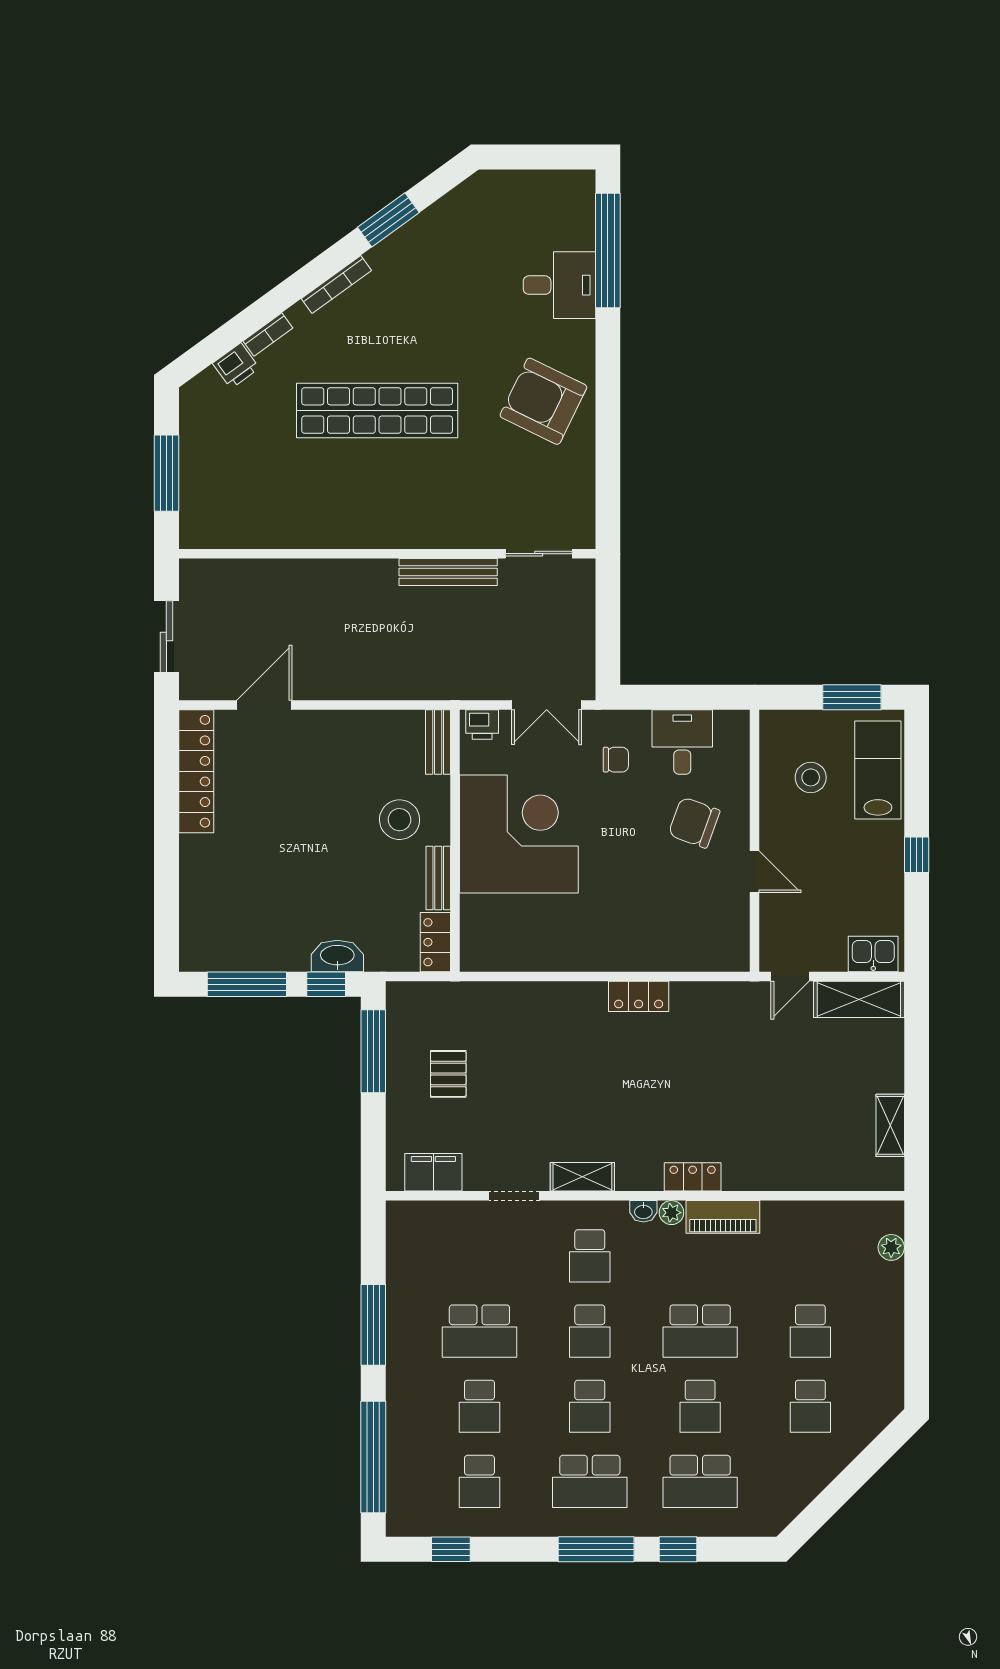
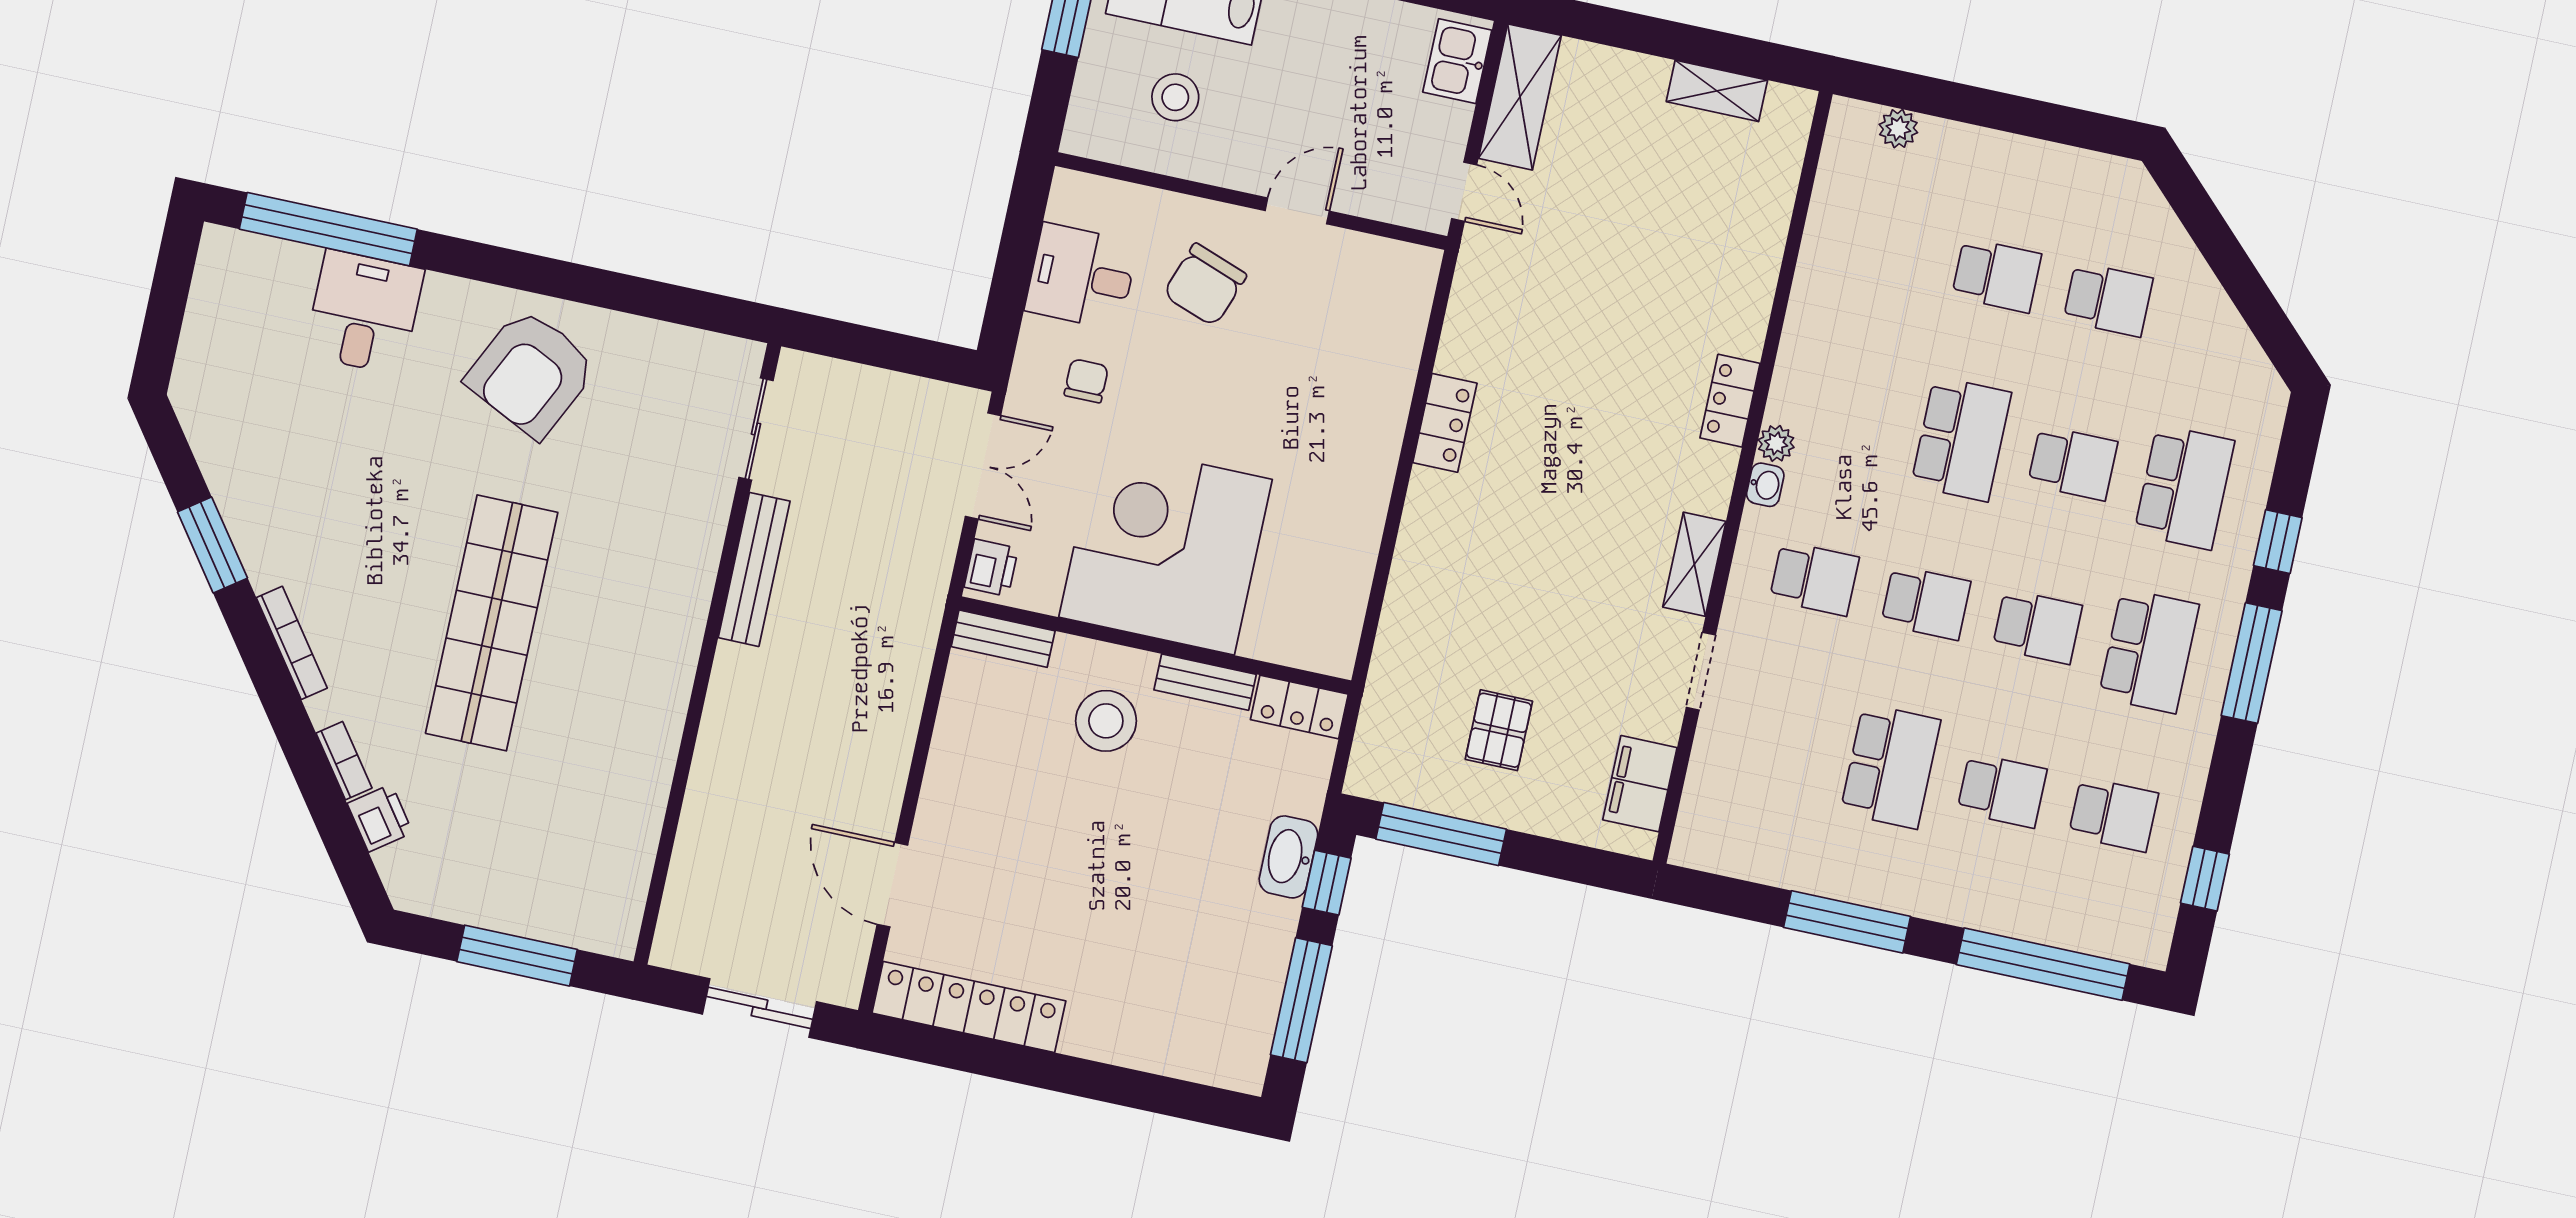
pallet: (448, 1074) -> (1499, 730), turned 90
piano: (723, 1217) -> (1799, 369), removed

